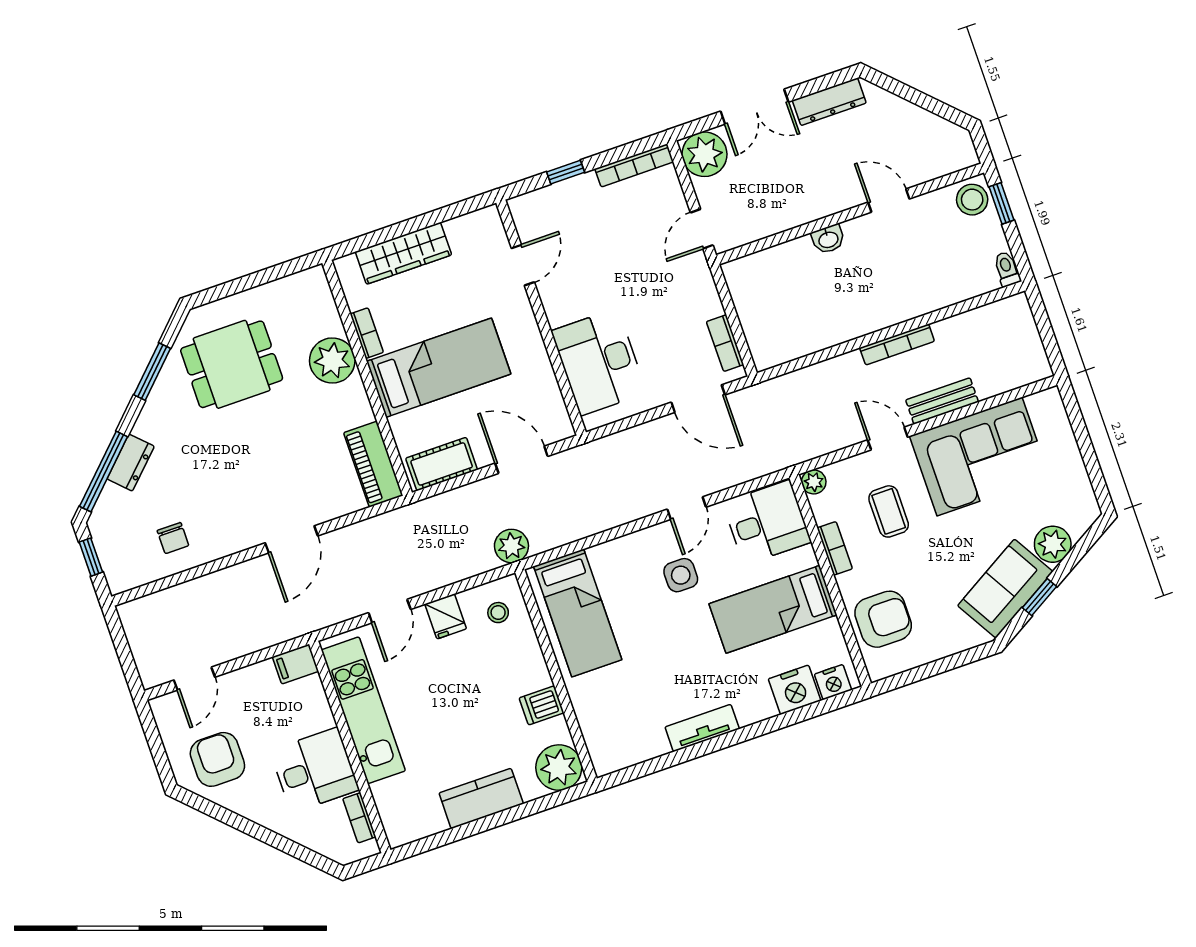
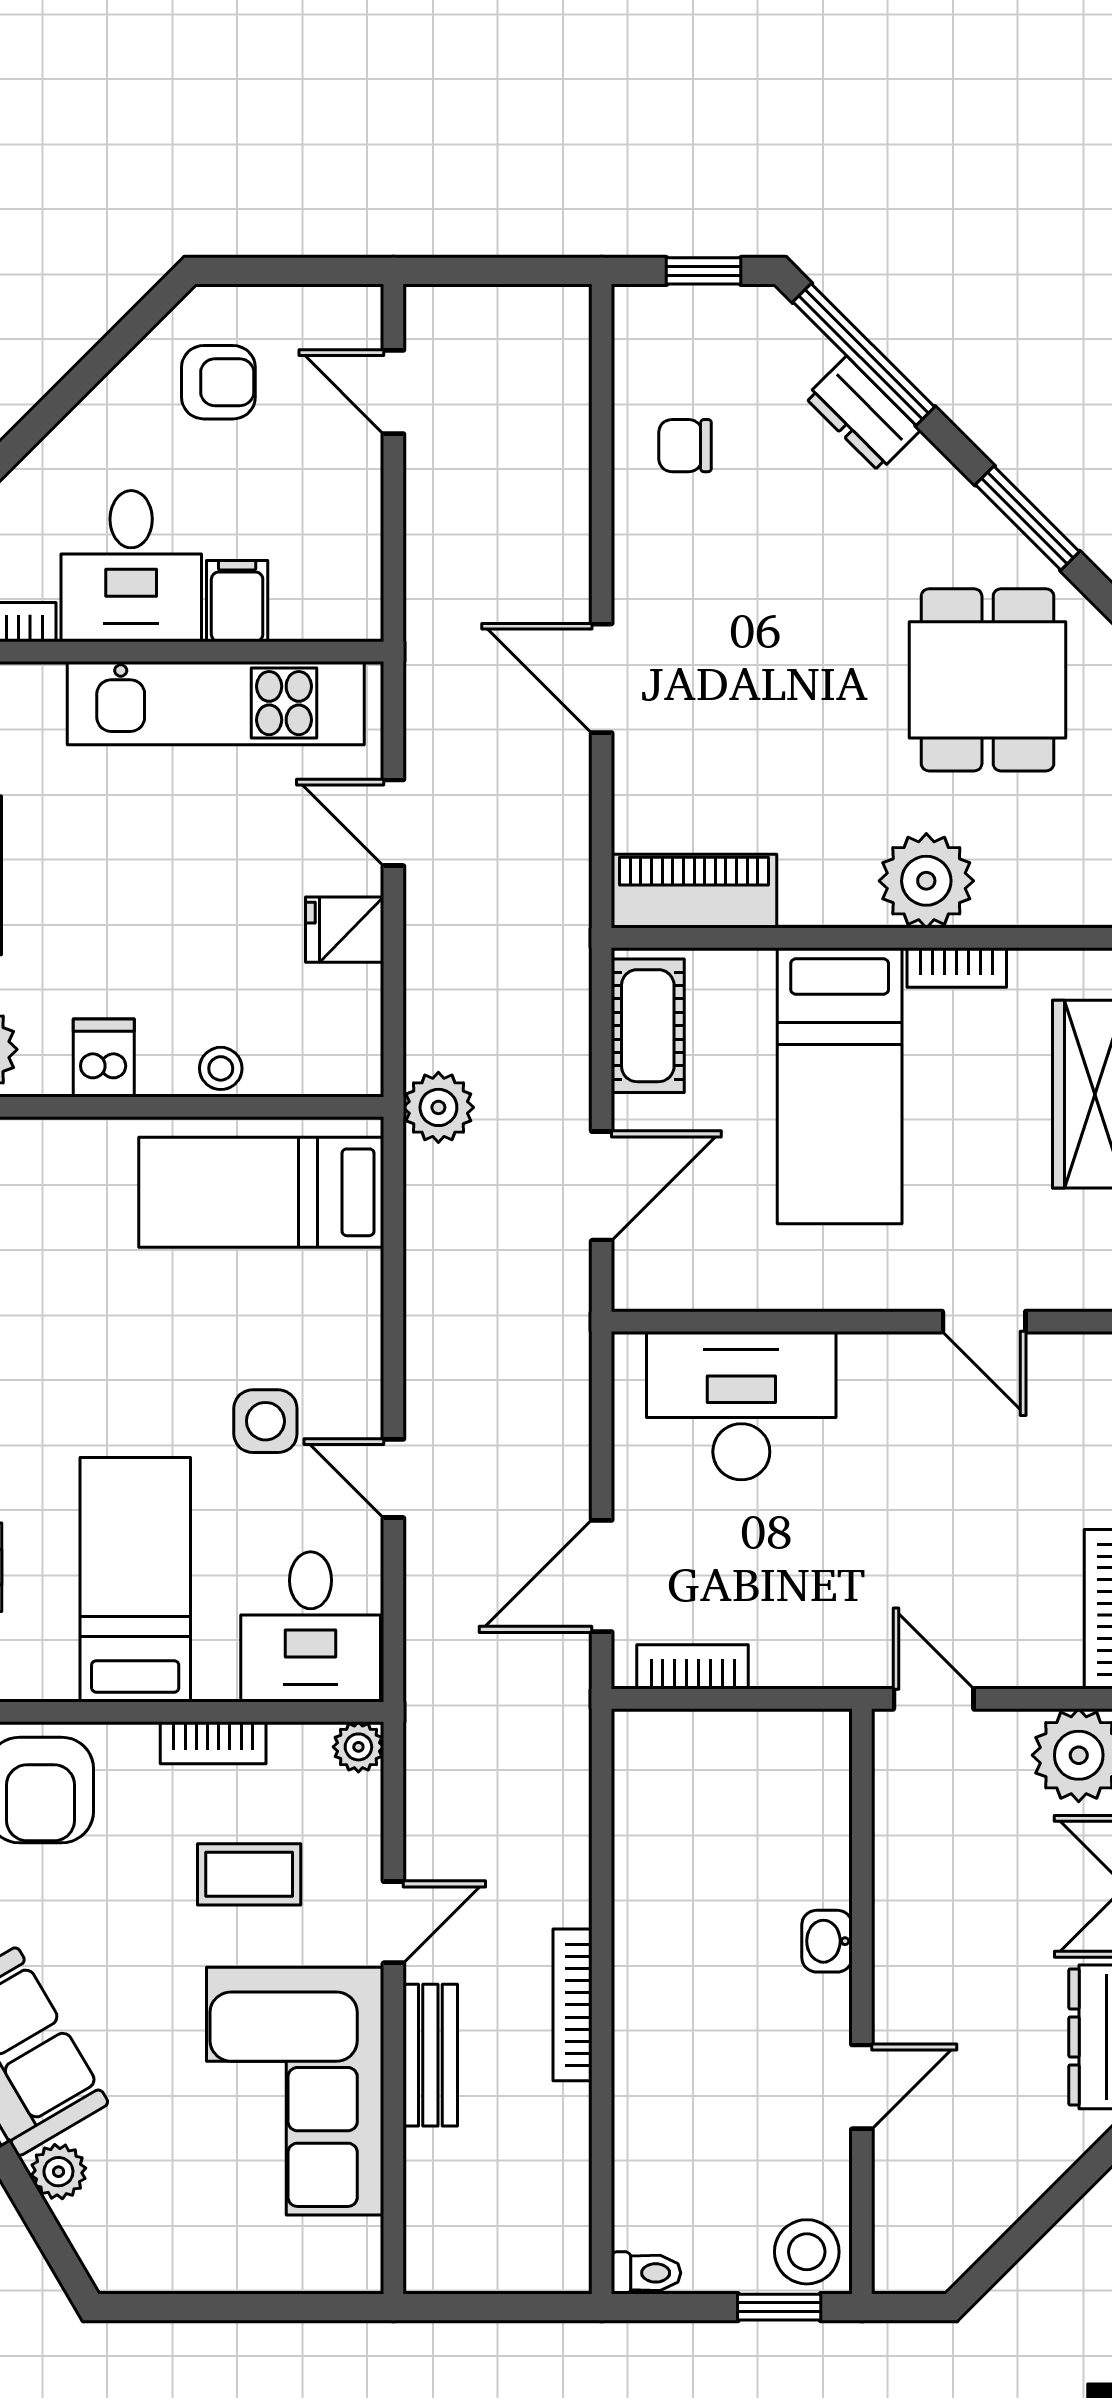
plant: (1053, 544) -> (58, 2172), width x0.73, depth x0.73
stool: (498, 613) -> (221, 1068), moved
filing cabinet: (295, 664) -> (237, 601), moved
armchair: (217, 759) -> (218, 382), width x0.72, depth x0.72

